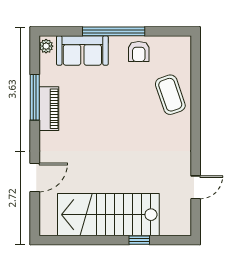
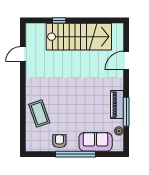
plant: (46, 46) -> (119, 131), moved

